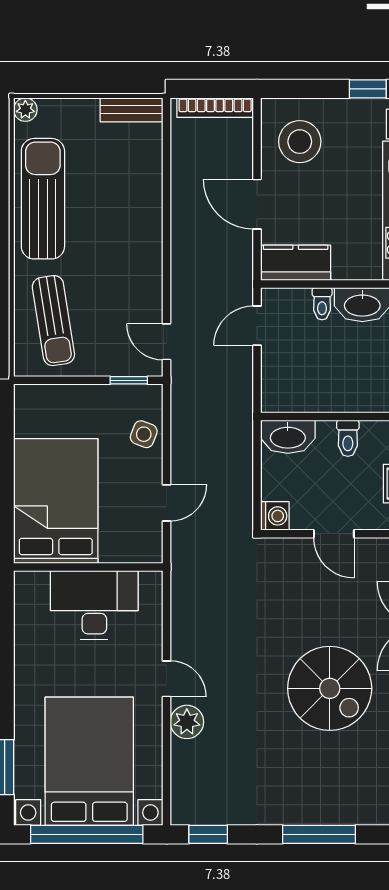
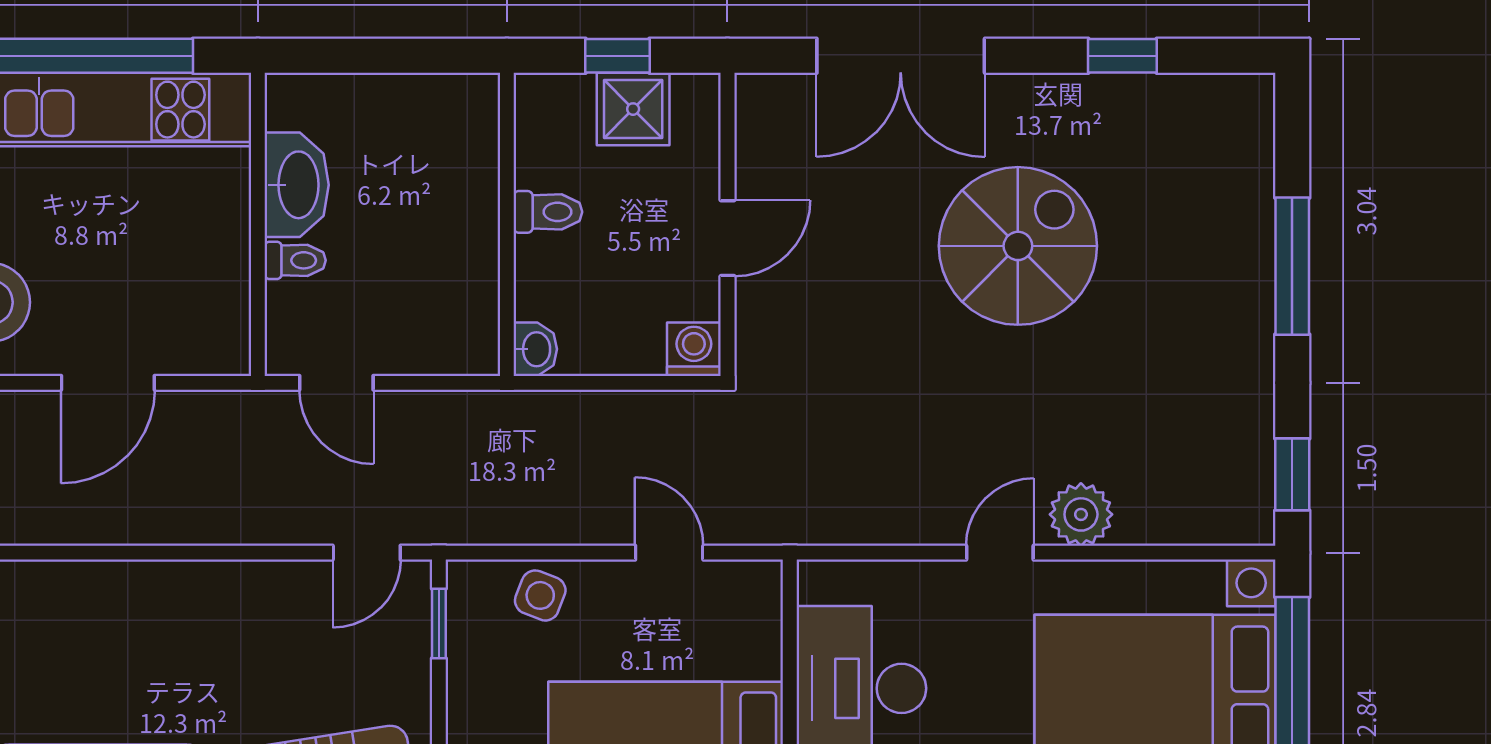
kitchen counter: (296, 263) -> (218, 310), removed
washbasin: (288, 437) -> (535, 349), width x0.52, depth x0.69

